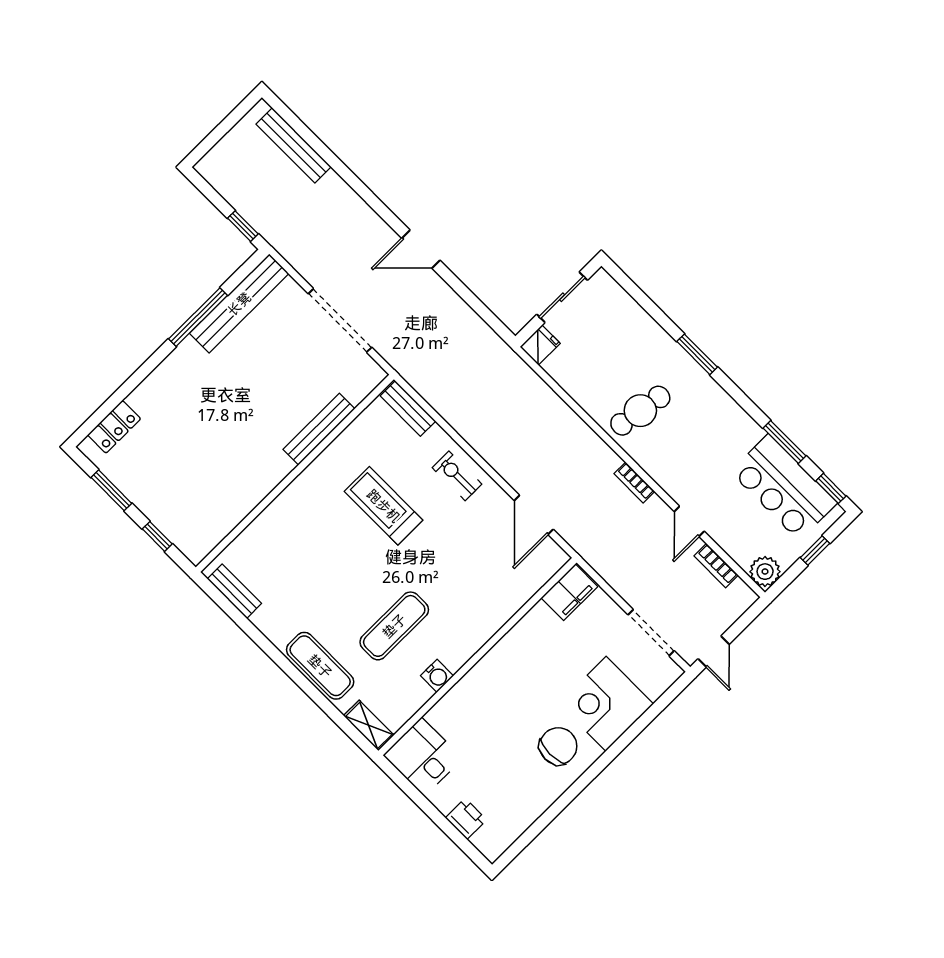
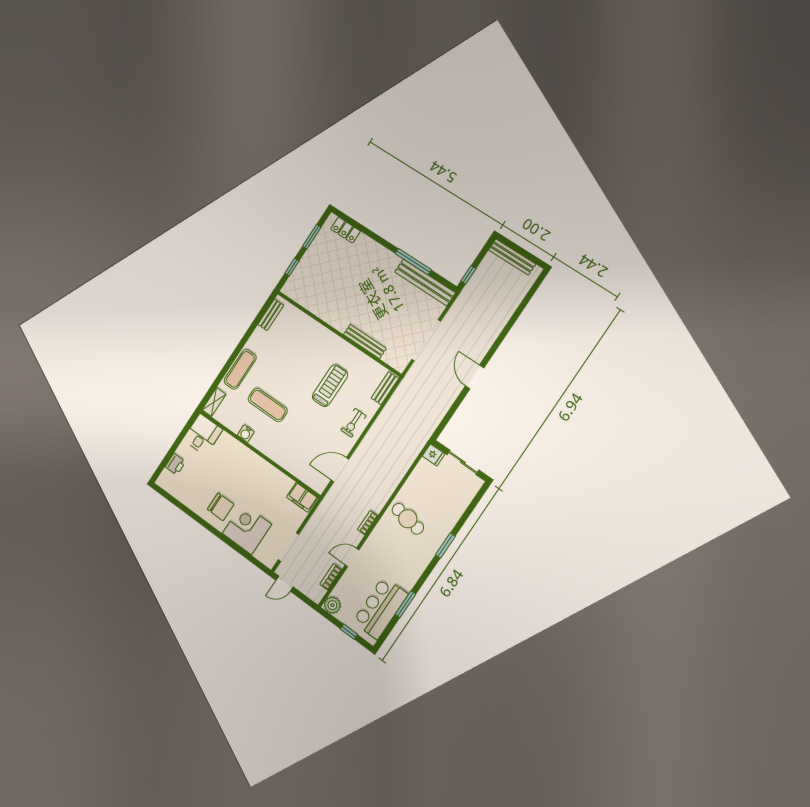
bench: (294, 145) -> (512, 257), moved, turned 90
exercise bike: (457, 476) -> (353, 423), turned 180
window: (831, 488) -> (385, 635), removed

